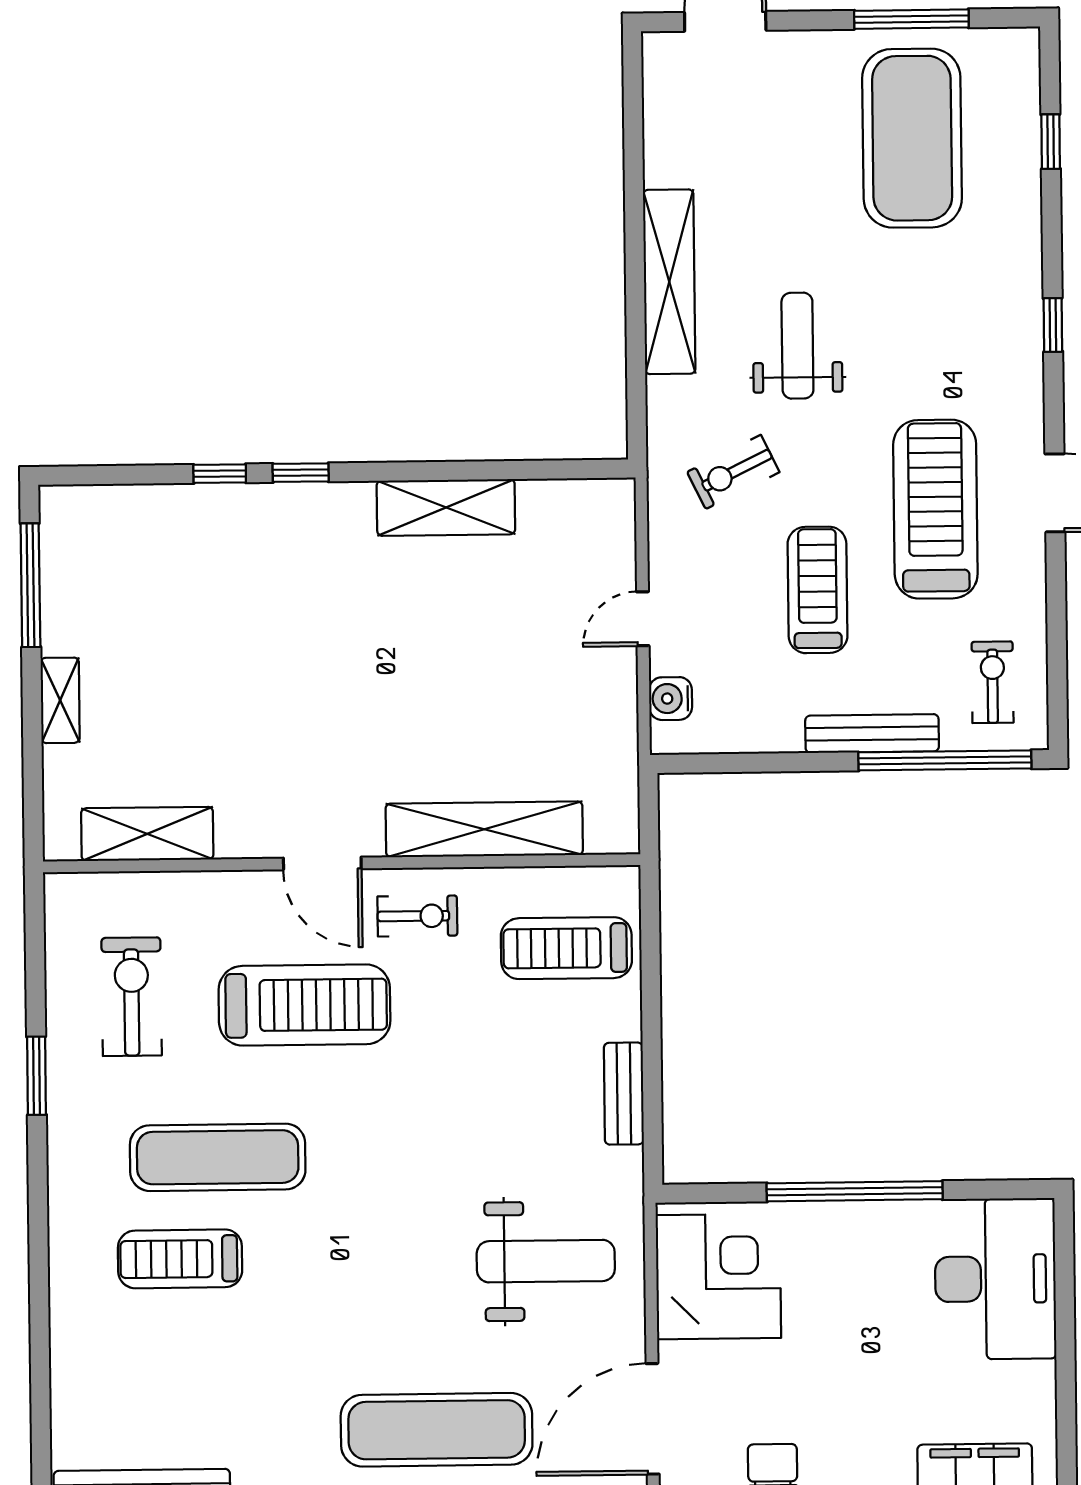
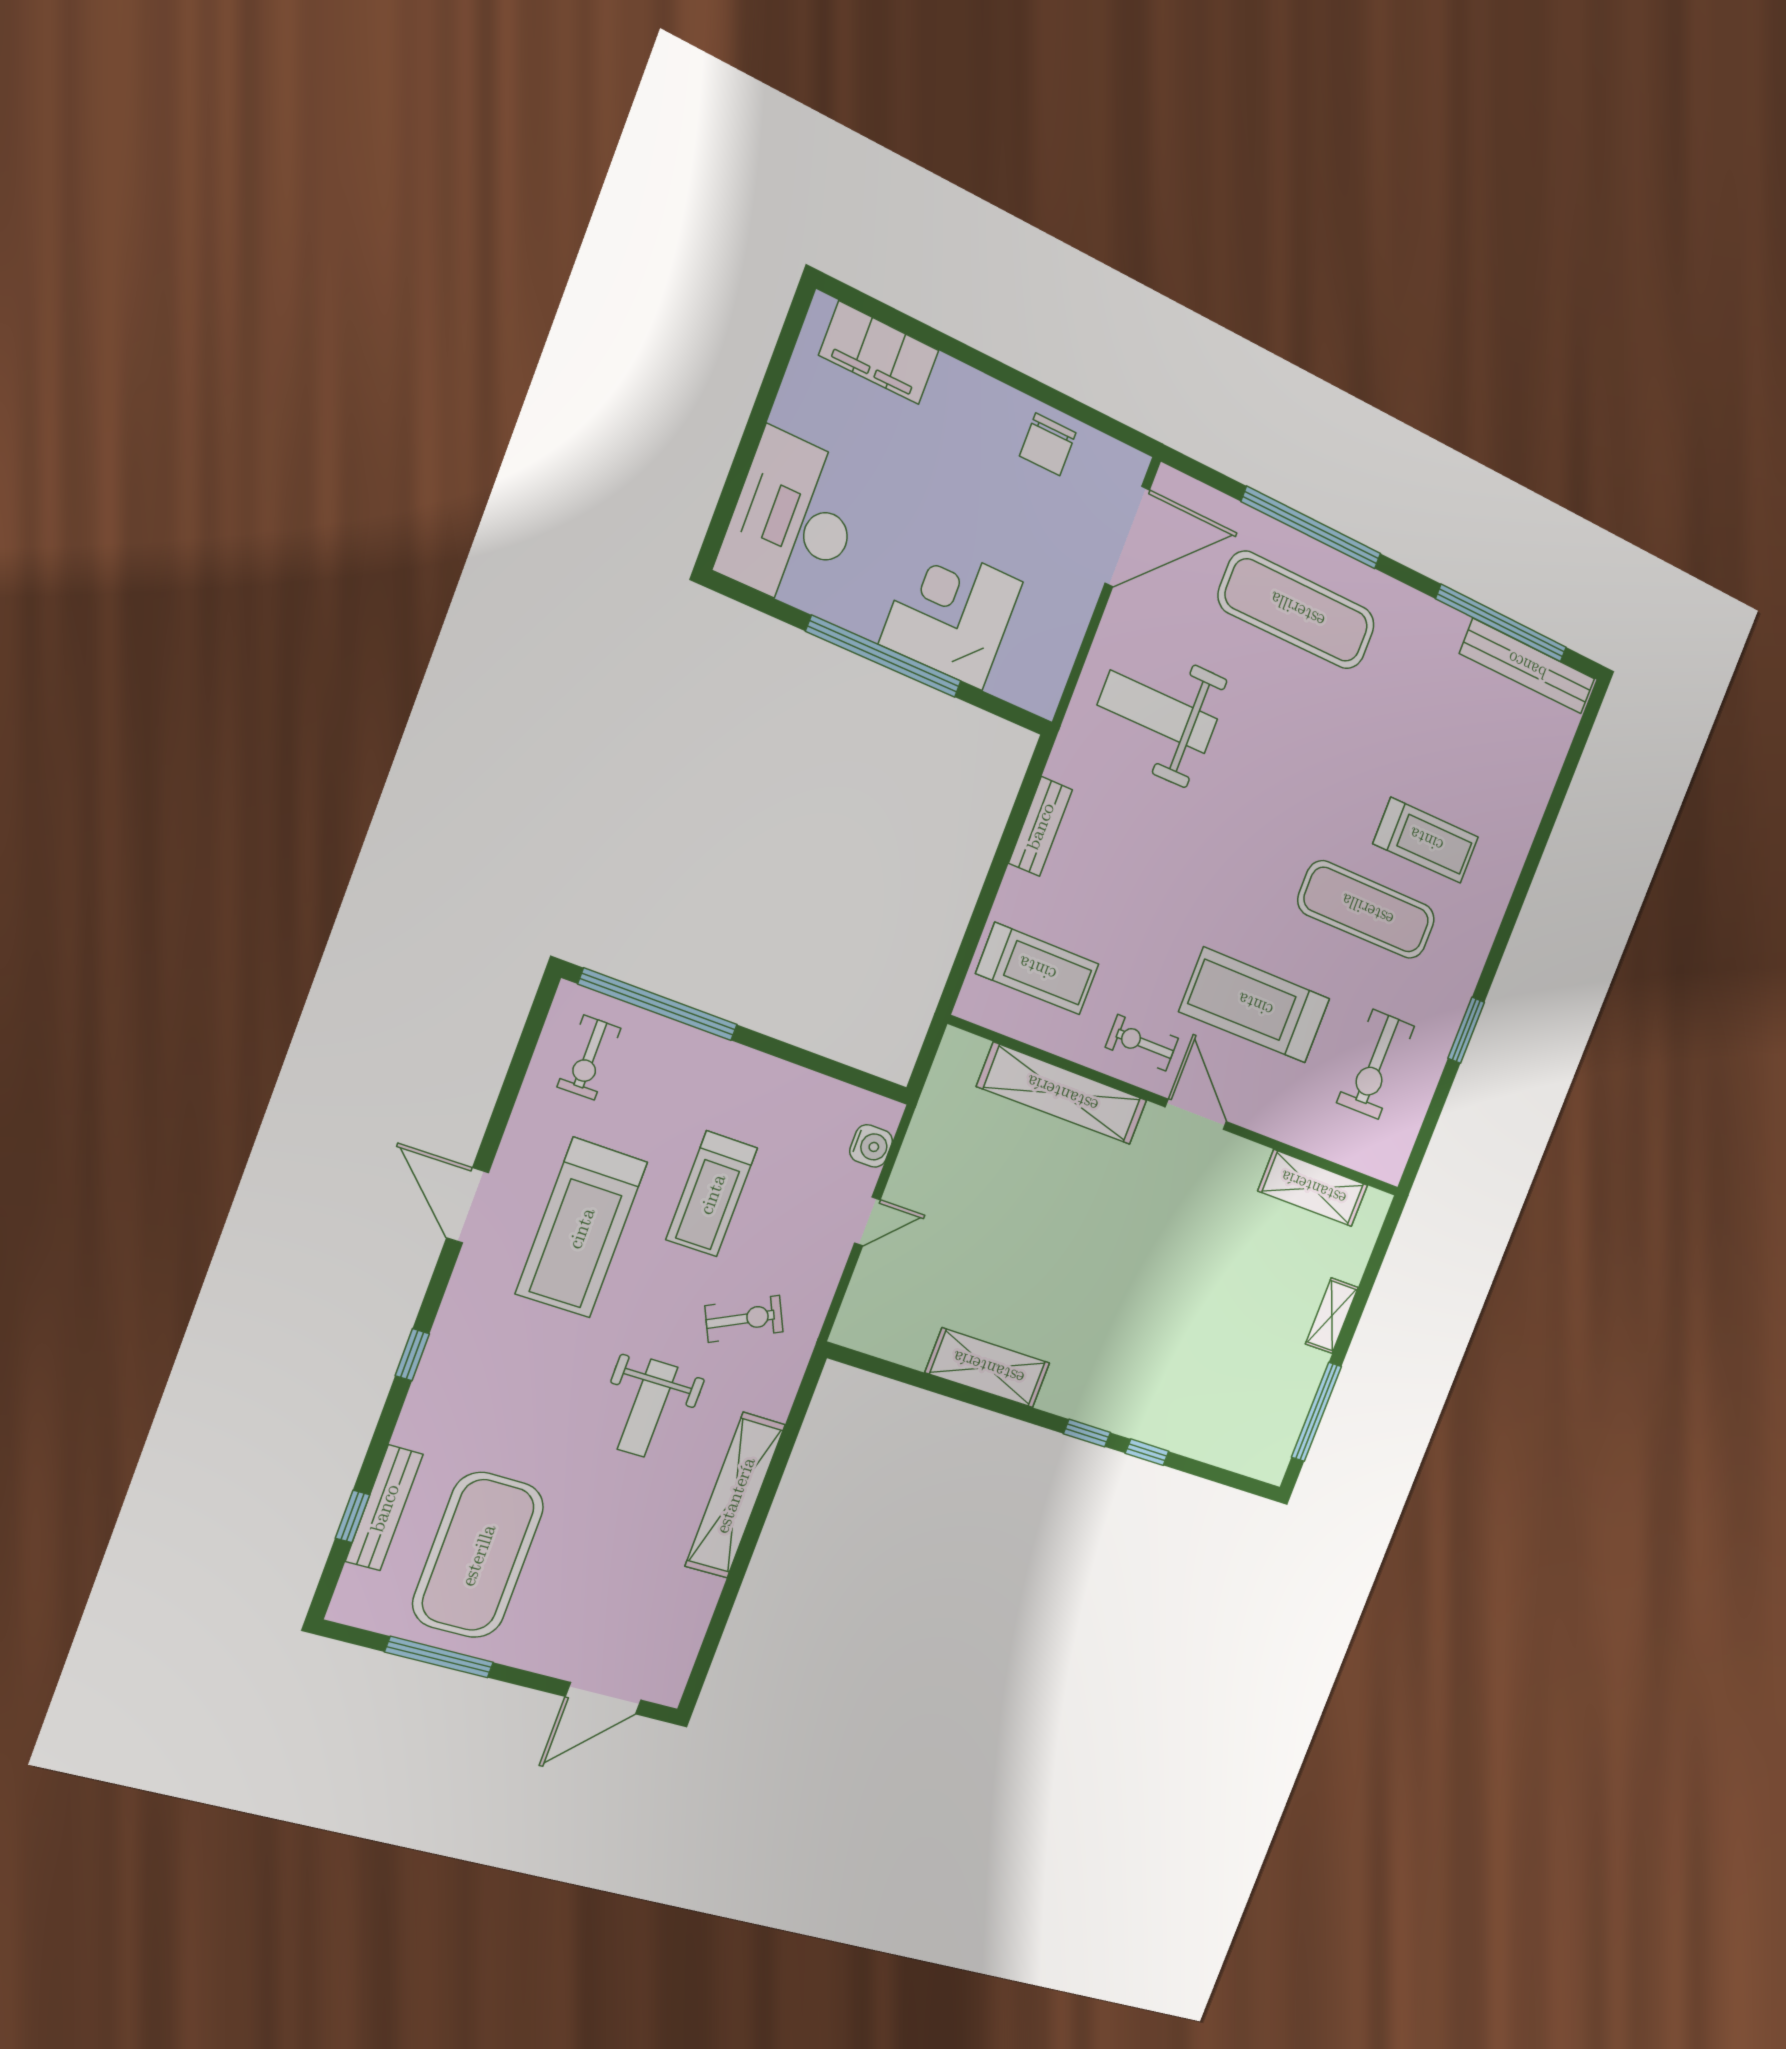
bench: (872, 734) -> (384, 1508), moved, turned 90
corner desk: (718, 1276) -> (951, 613), moved, turned 90

